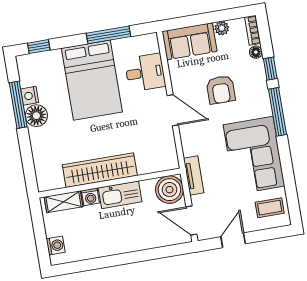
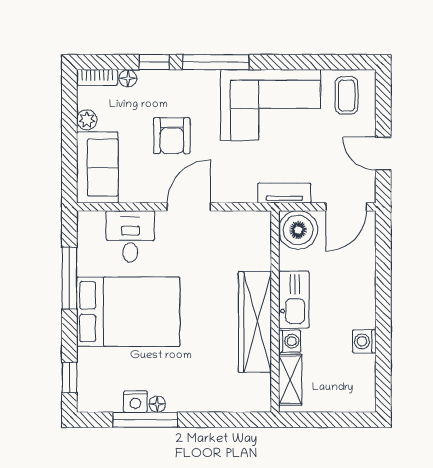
armchair: (221, 90) -> (172, 136), turned 90
floor lamp: (36, 116) -> (157, 404), width x0.53, depth x0.53
washing machine: (56, 245) -> (364, 341), moved, turned -90

